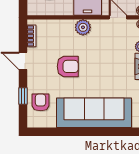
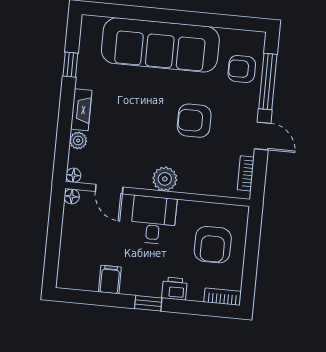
window: (23, 96) -> (268, 82), width x2.17
armchair: (41, 102) -> (242, 69), turned 90

